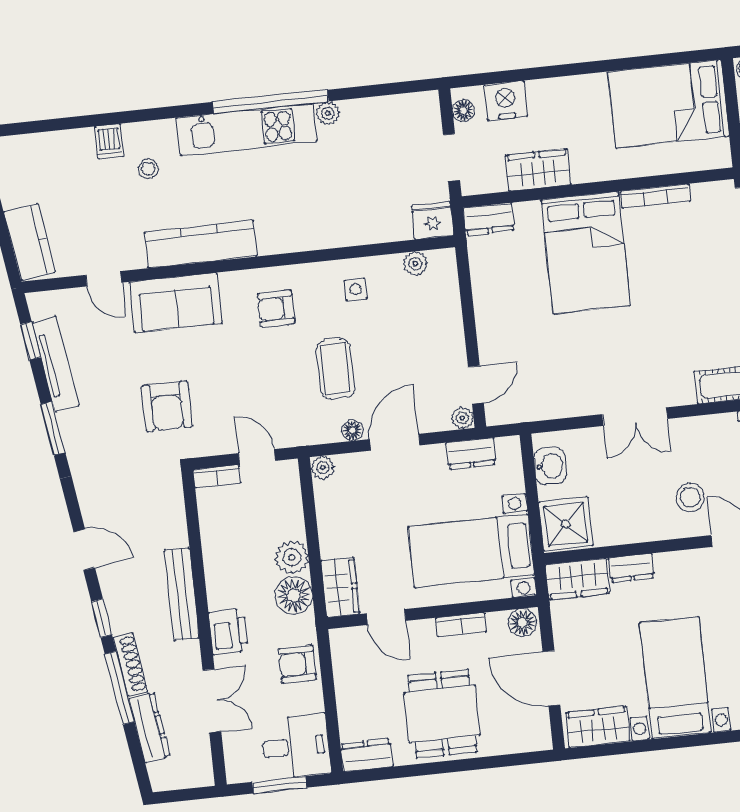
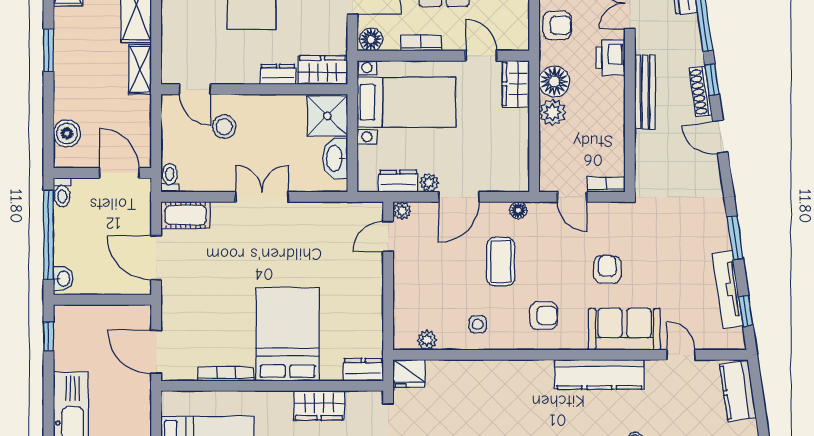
armchair: (167, 406) -> (607, 269), moved, width x0.72, depth x0.72
floor lamp: (352, 430) -> (518, 210), moved
washbasin: (550, 466) -> (335, 158), width x1.38
plant: (323, 468) -> (429, 183), moved
shoe rack: (130, 664) -> (700, 92), moved

